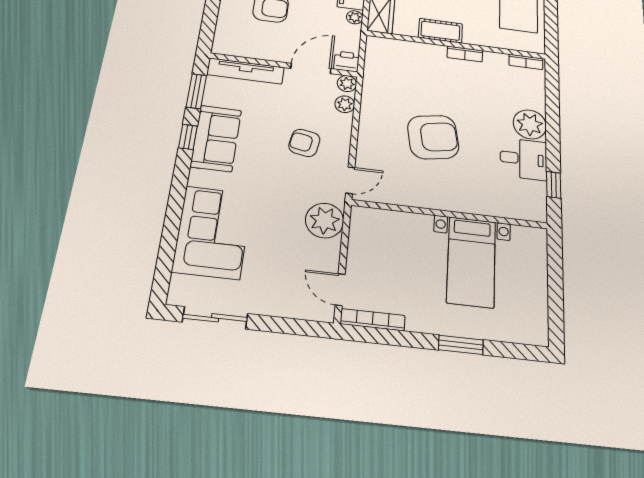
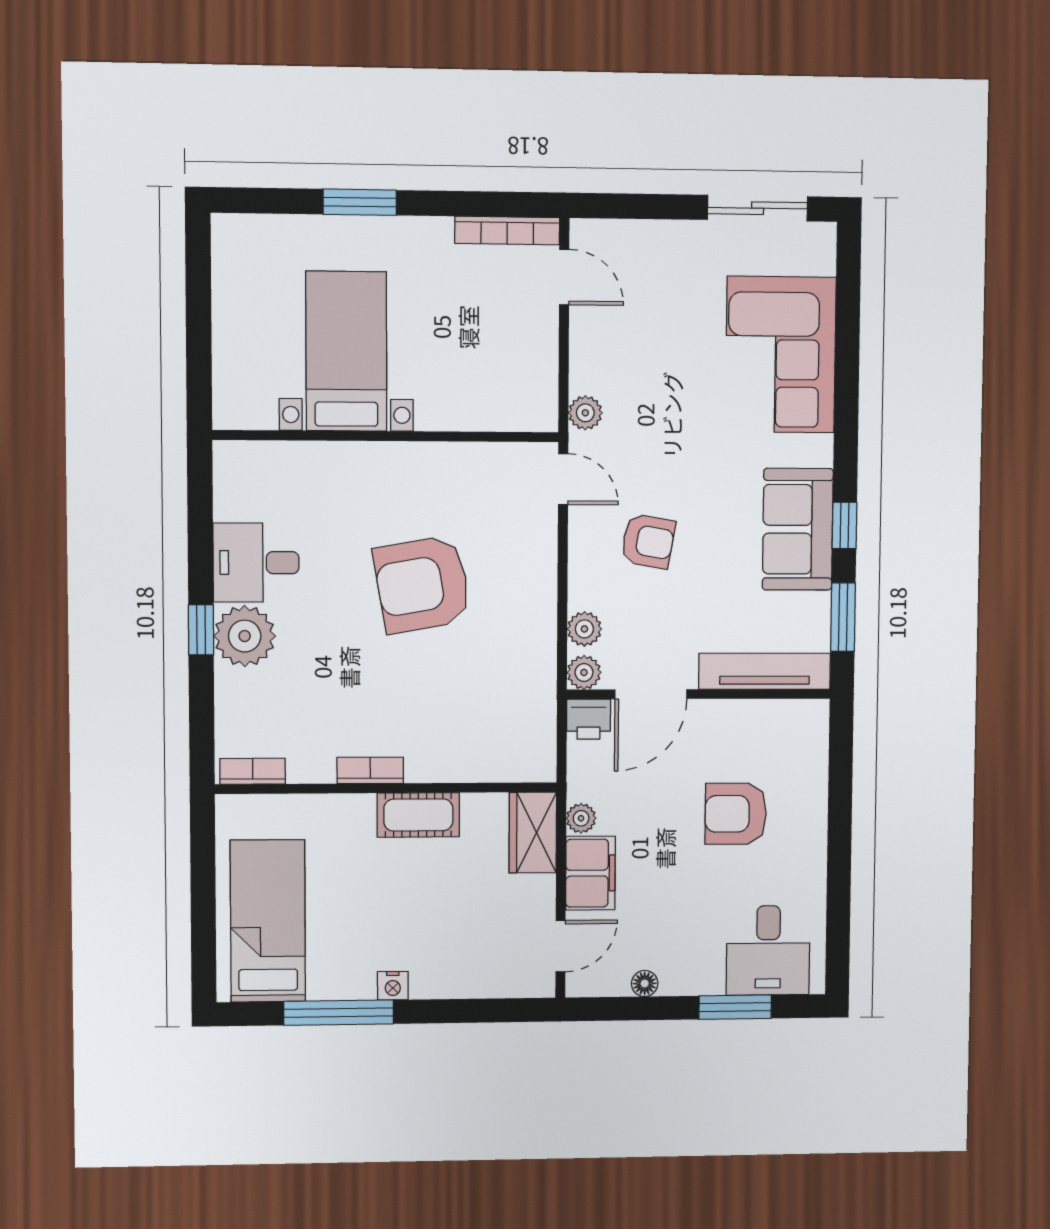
door: (350, 180) -> (563, 479), swing flipped
window: (554, 185) -> (201, 630), moved
plant: (325, 221) -> (585, 413), width x0.53, depth x0.53

